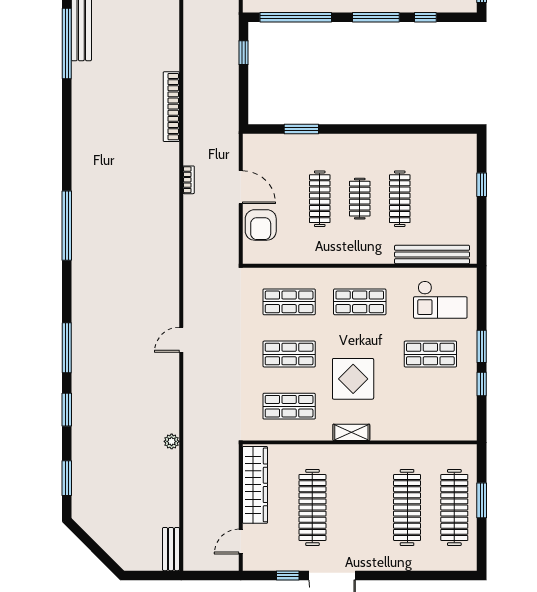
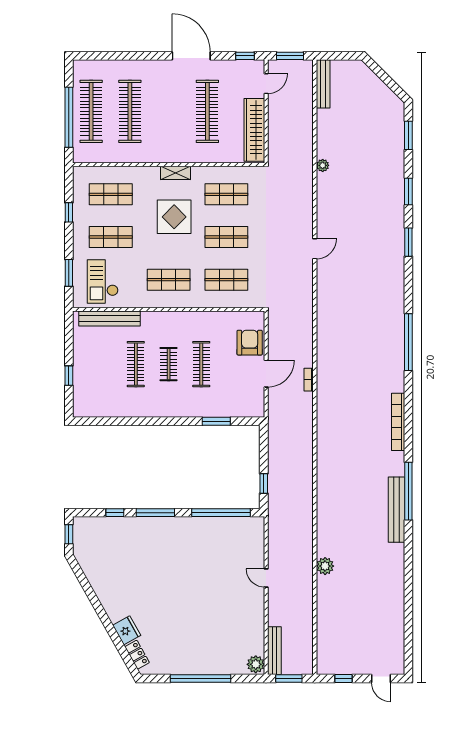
bookcase: (171, 107) -> (398, 422), moved, turned 180
door: (241, 187) -> (266, 374), swing flipped
checkout: (440, 300) -> (103, 282), turned -90
window: (482, 346) -> (69, 273), moved
window: (67, 348) -> (408, 242), width x0.69
shop shelf: (430, 406) -> (111, 194), added
window: (482, 500) -> (69, 117), width x2.11
bench: (171, 549) -> (323, 84), width x1.36
window: (211, 575) -> (290, 56), added
window: (288, 575) -> (245, 56), moved

